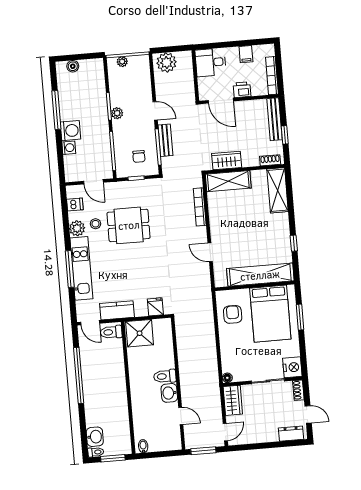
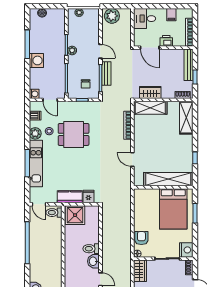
washing machine: (69, 148) -> (34, 94), moved
kitchen counter: (117, 310) -> (70, 197), moved
armchair: (233, 314) -> (141, 238), moved

